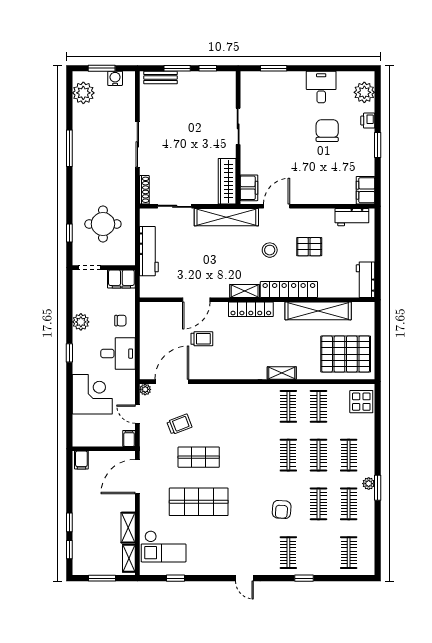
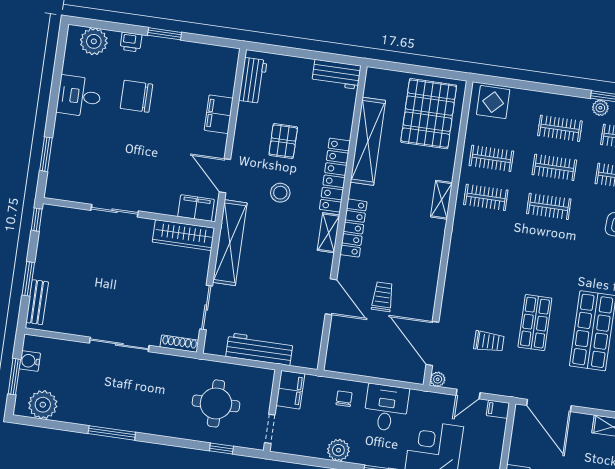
window: (208, 68) -> (37, 220), moved
filing cabinet: (366, 190) -> (219, 114), moved, turned 90
trolley: (179, 424) -> (489, 342), turned 111

